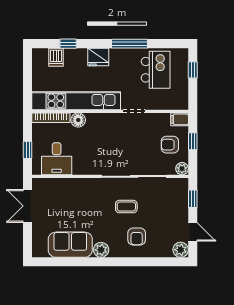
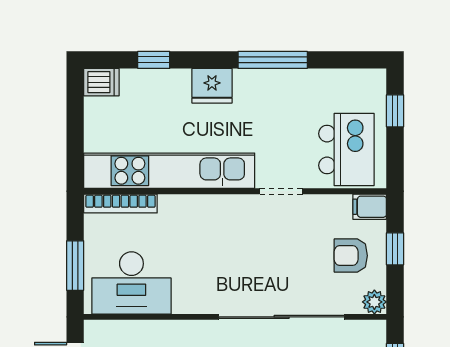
dishwasher: (56, 57) -> (101, 82), moved, turned -90
kitchen island: (156, 70) -> (346, 150), moved
floor lamp: (78, 120) -> (173, 208), removed
window: (28, 150) -> (75, 266), width x1.50
desk: (57, 159) -> (131, 283), width x1.37

